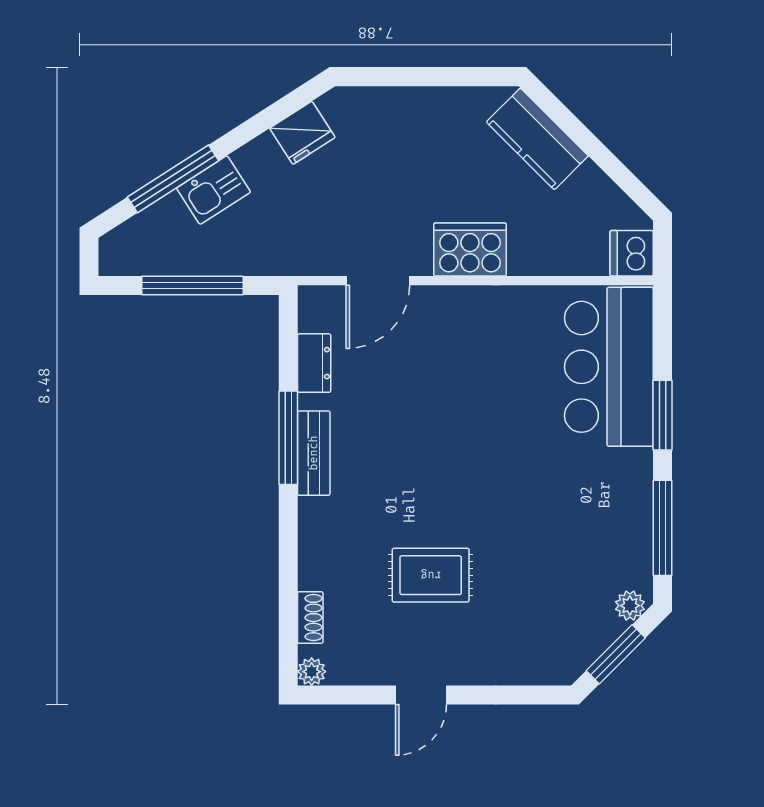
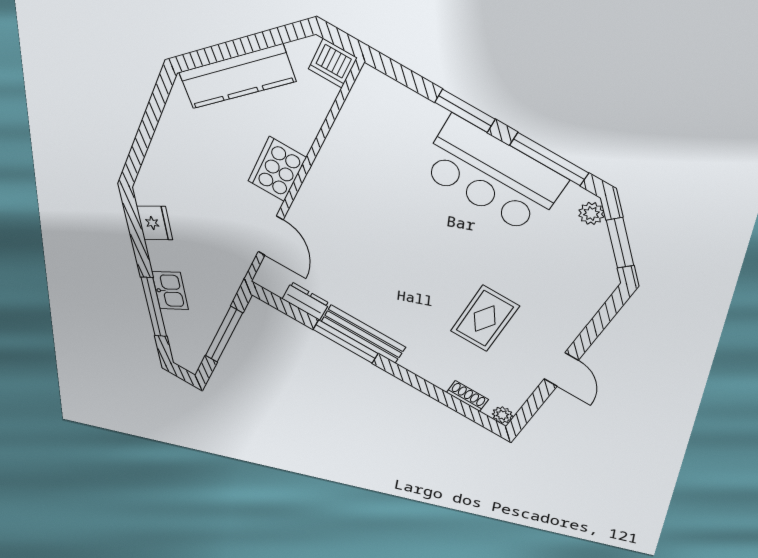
kitchen counter: (537, 139) -> (237, 77), width x1.50
bar counter: (609, 367) -> (492, 175), moved
bench: (314, 453) -> (363, 334), width x1.36

